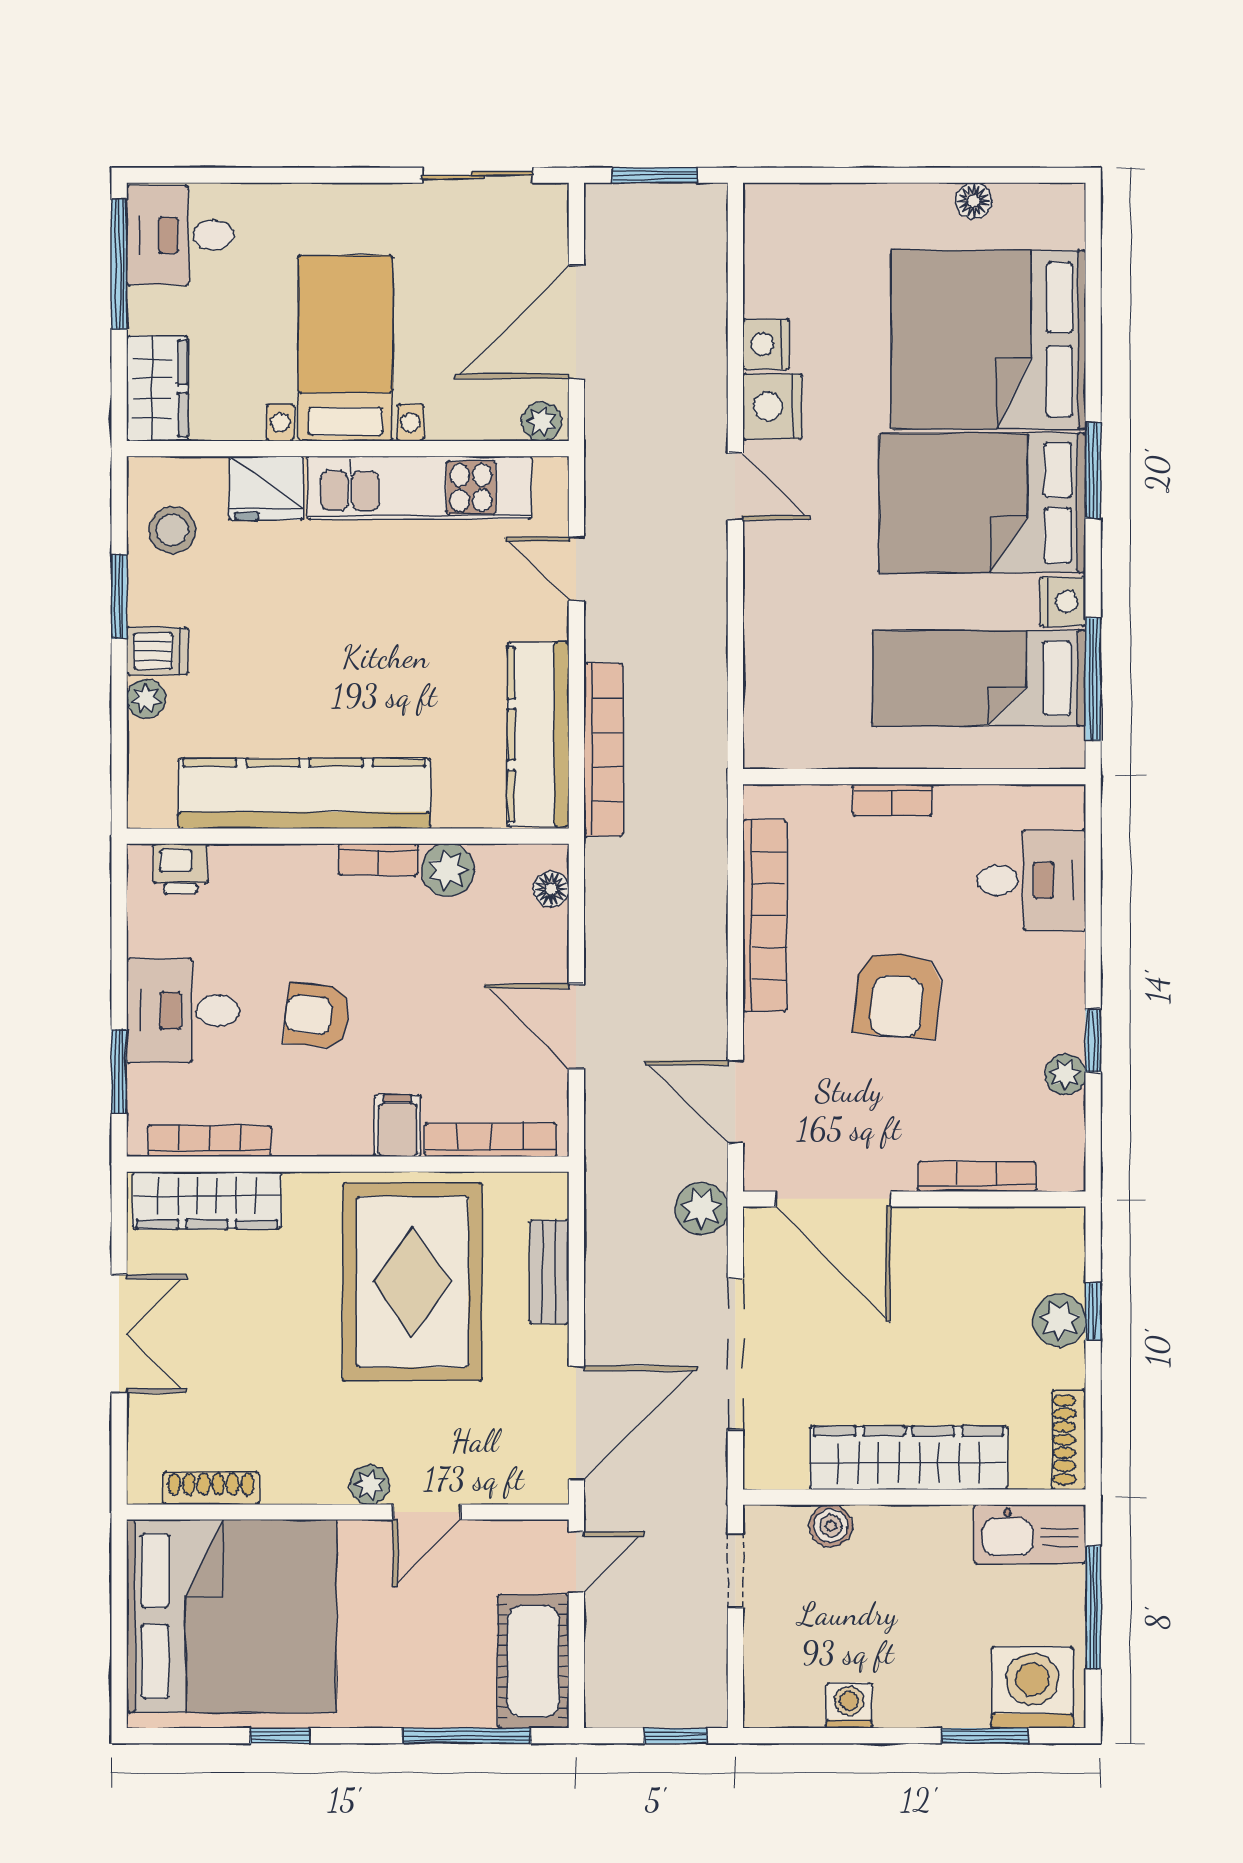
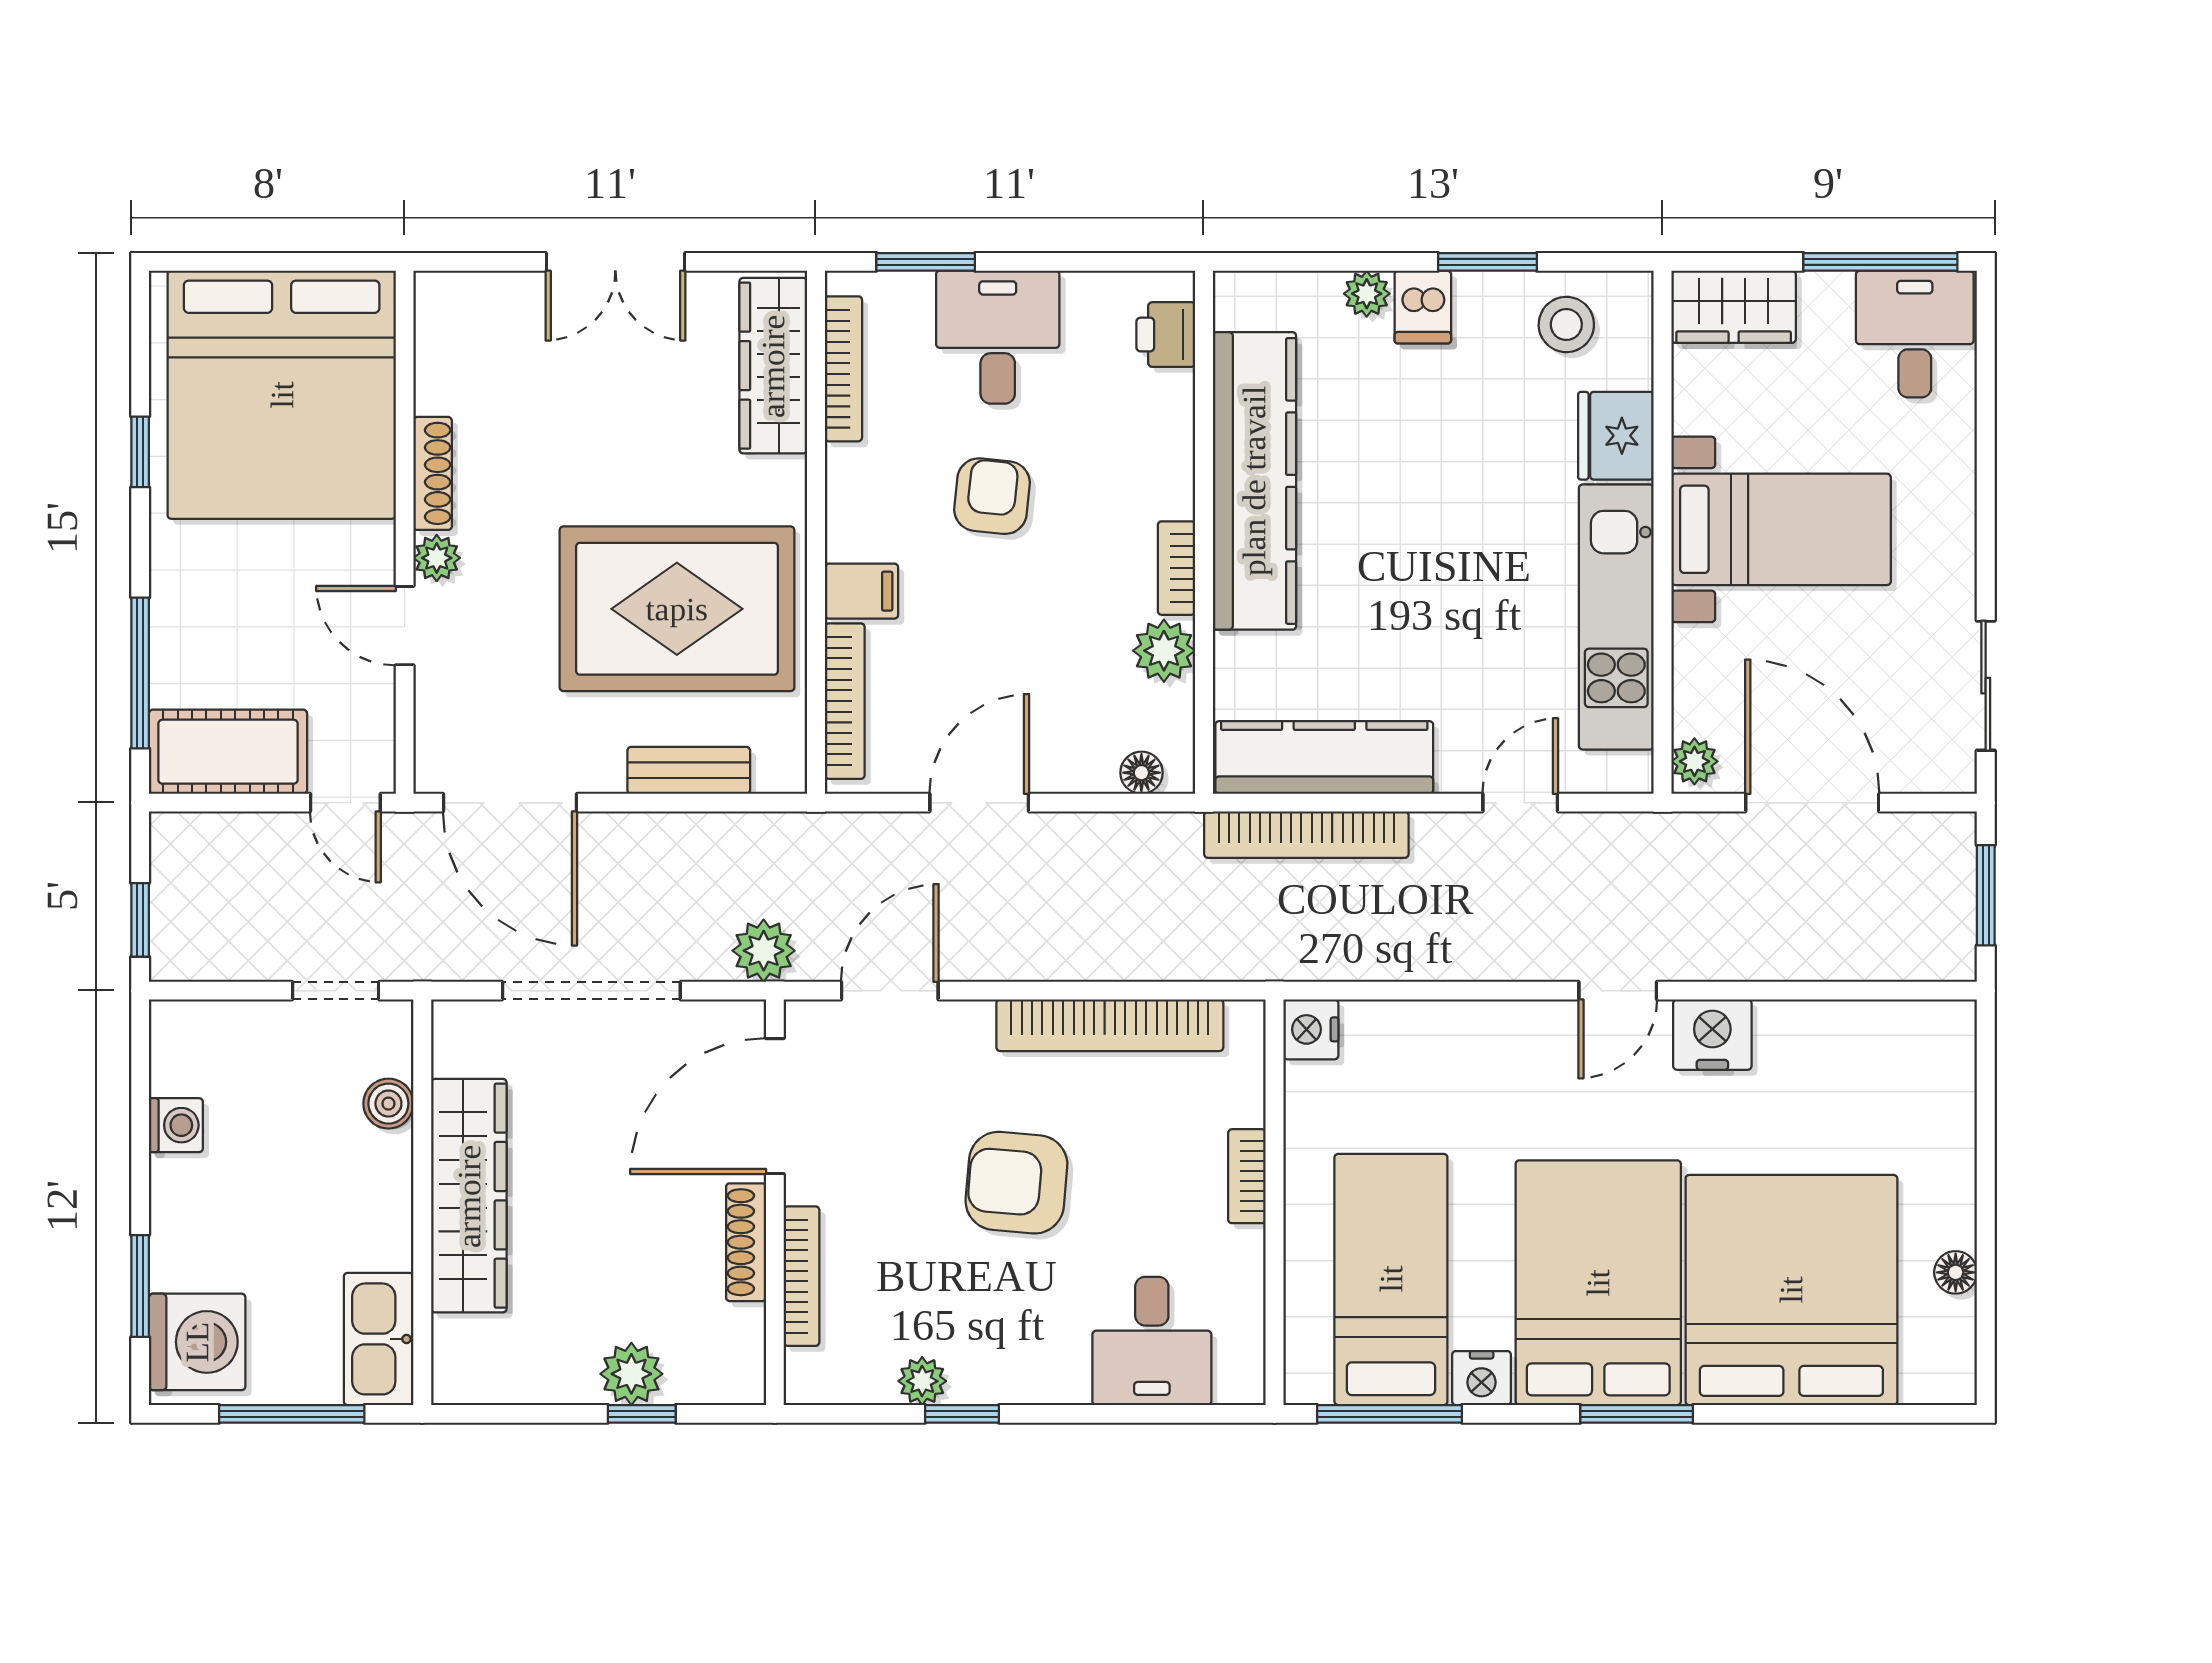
nightstand: (766, 344) -> (1311, 1029), moved, turned -90
shoe rack: (1069, 1440) -> (746, 1242), moved, turned -90
shoe rack: (211, 1488) -> (433, 473), moved

